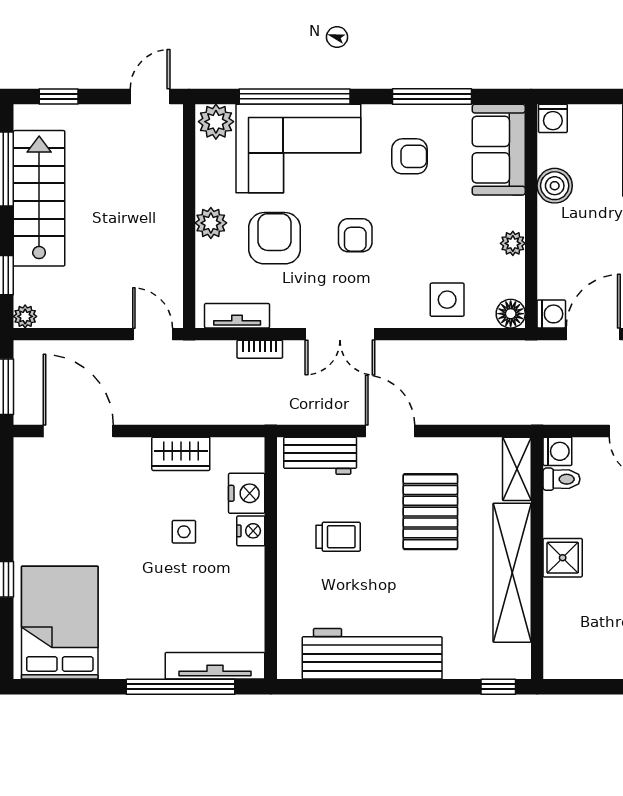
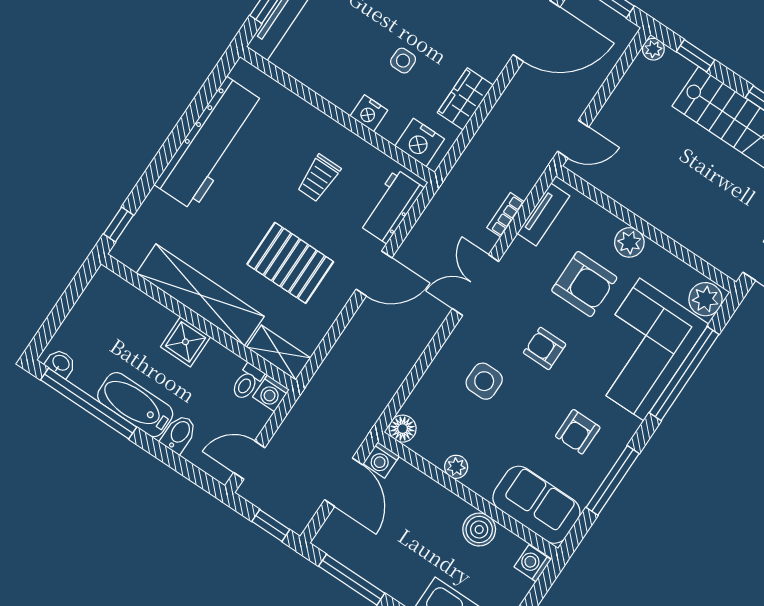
side table: (447, 300) -> (484, 381), moved
nightstand: (247, 493) -> (420, 143), moved

